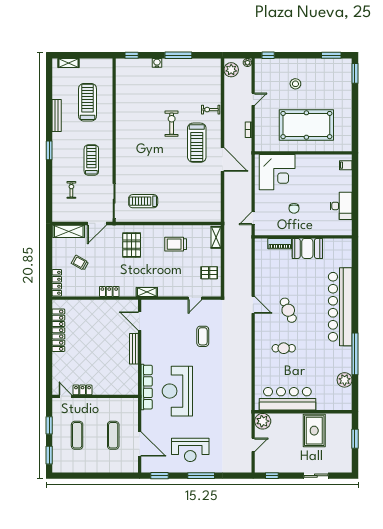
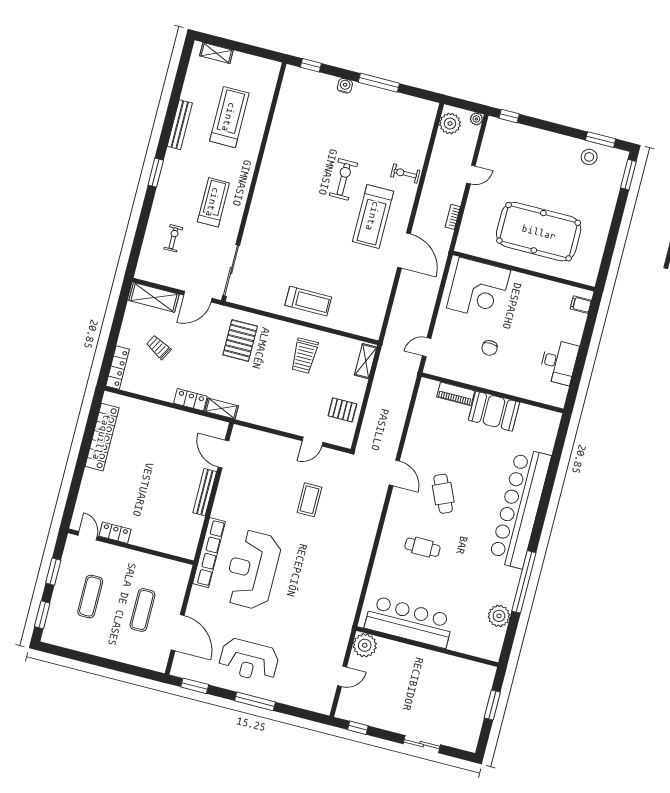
stool: (295, 84) -> (589, 157), moved
treadmill: (143, 201) -> (308, 301), moved, turned 180
trolley: (176, 244) -> (304, 356), turned -90
shelving: (147, 292) -> (221, 409), moved
rug: (314, 431) -> (436, 678), removed

